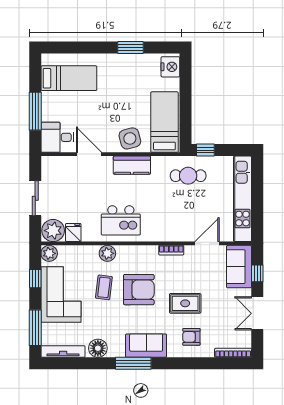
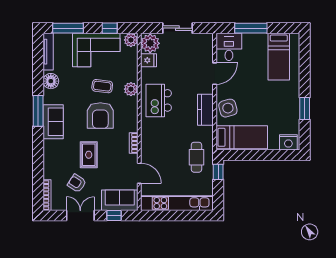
armchair: (191, 337) -> (77, 183), moved, turned -57

